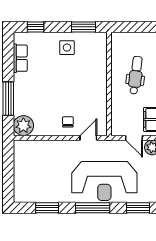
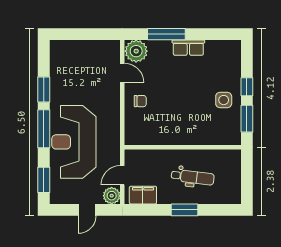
window: (35, 27) -> (247, 87), moved
row of seats: (20, 58) -> (188, 48), moved
door: (88, 138) -> (122, 73), moved
window: (47, 208) -> (44, 89), moved

